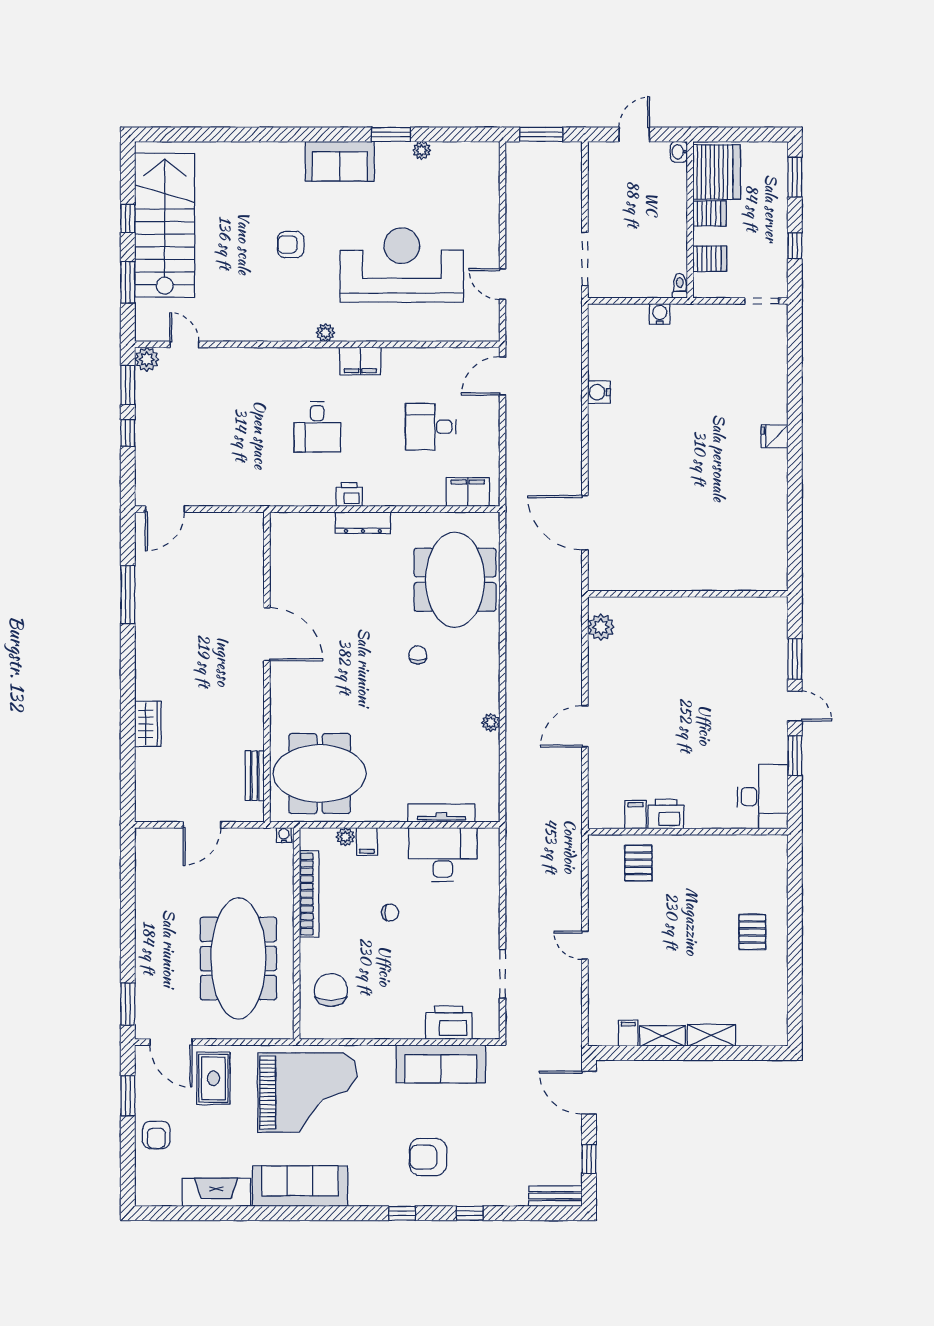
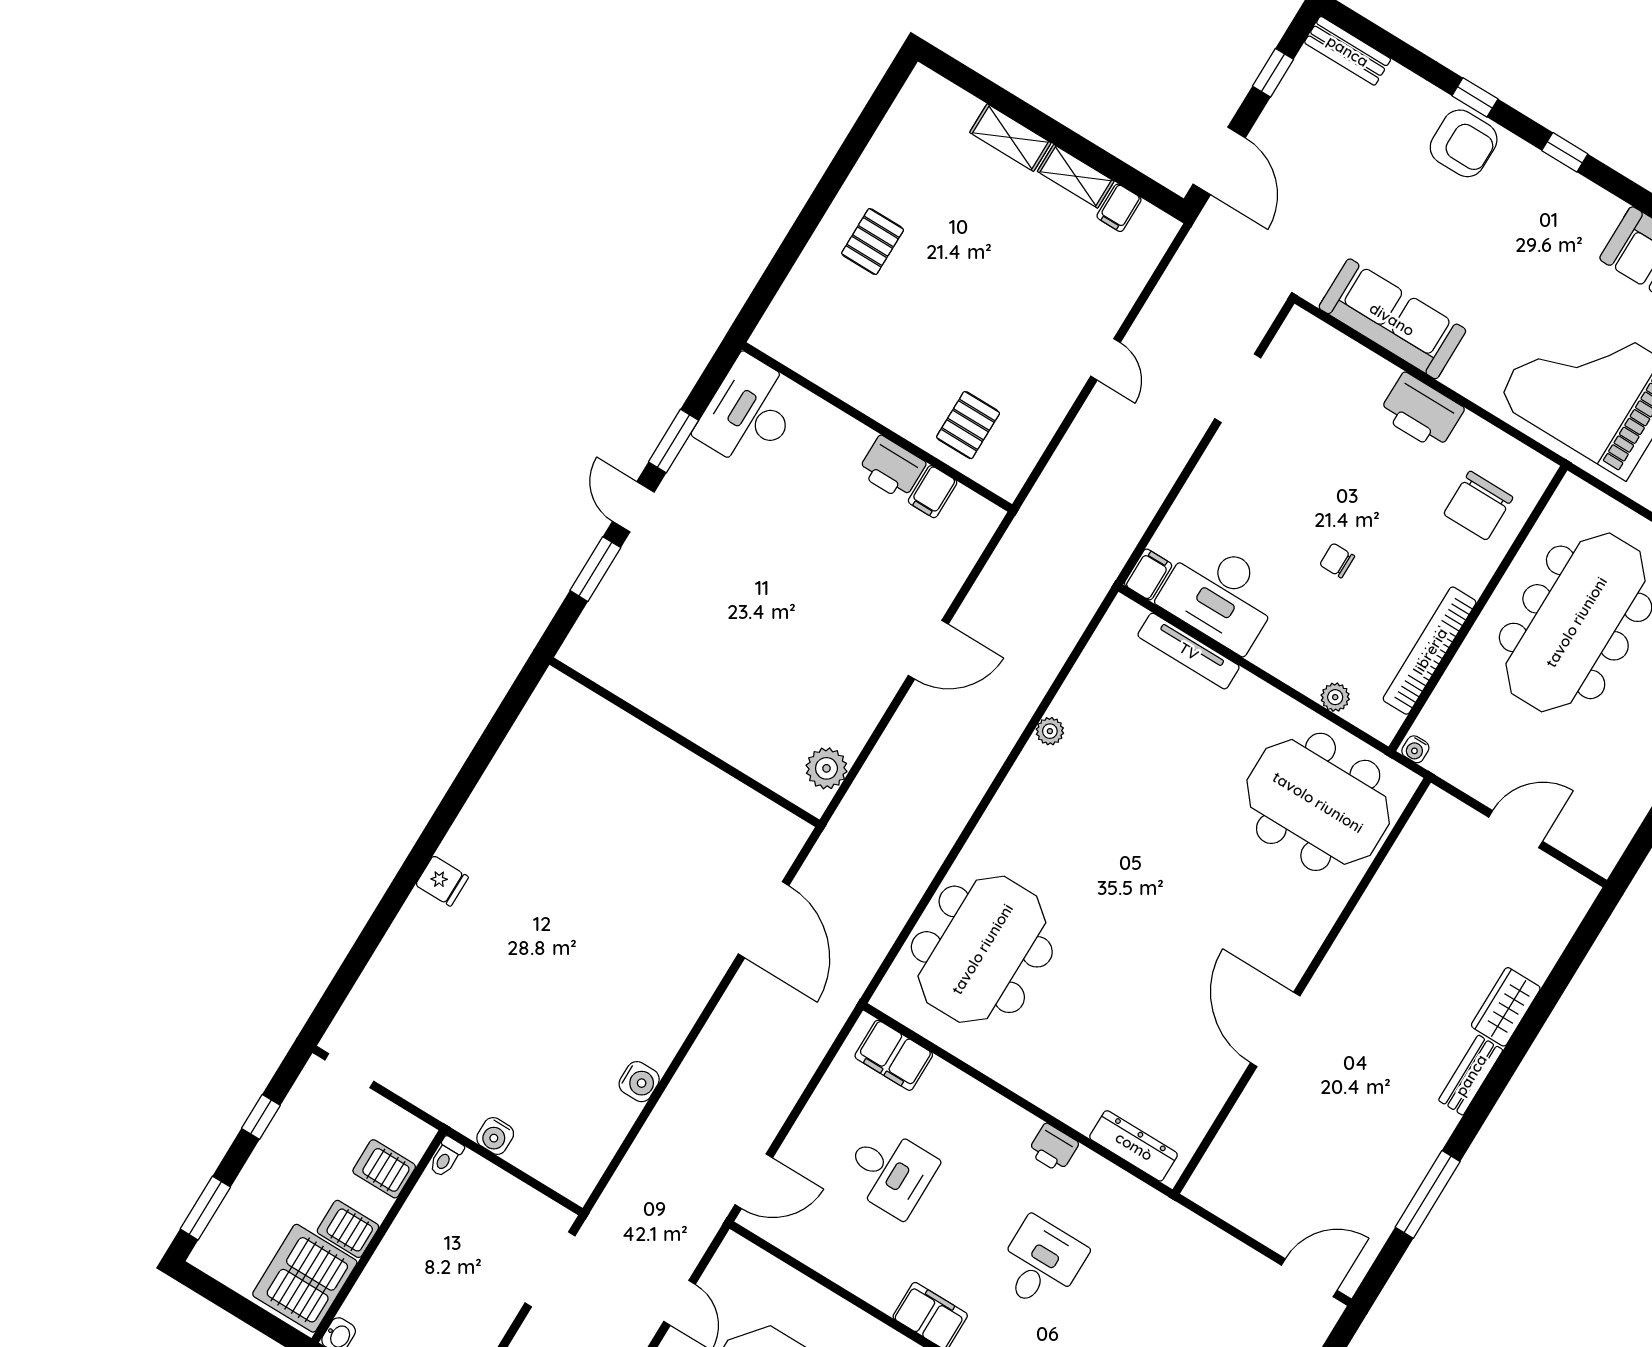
dresser: (363, 523) -> (1134, 1146), moved
chair: (418, 655) -> (1092, 880), removed
bench: (255, 776) -> (1471, 1075), moved
filing cabinet: (367, 841) -> (1148, 574), moved
printer: (449, 1023) -> (1421, 411), moved
armchair: (428, 1157) -> (1464, 143), moved

